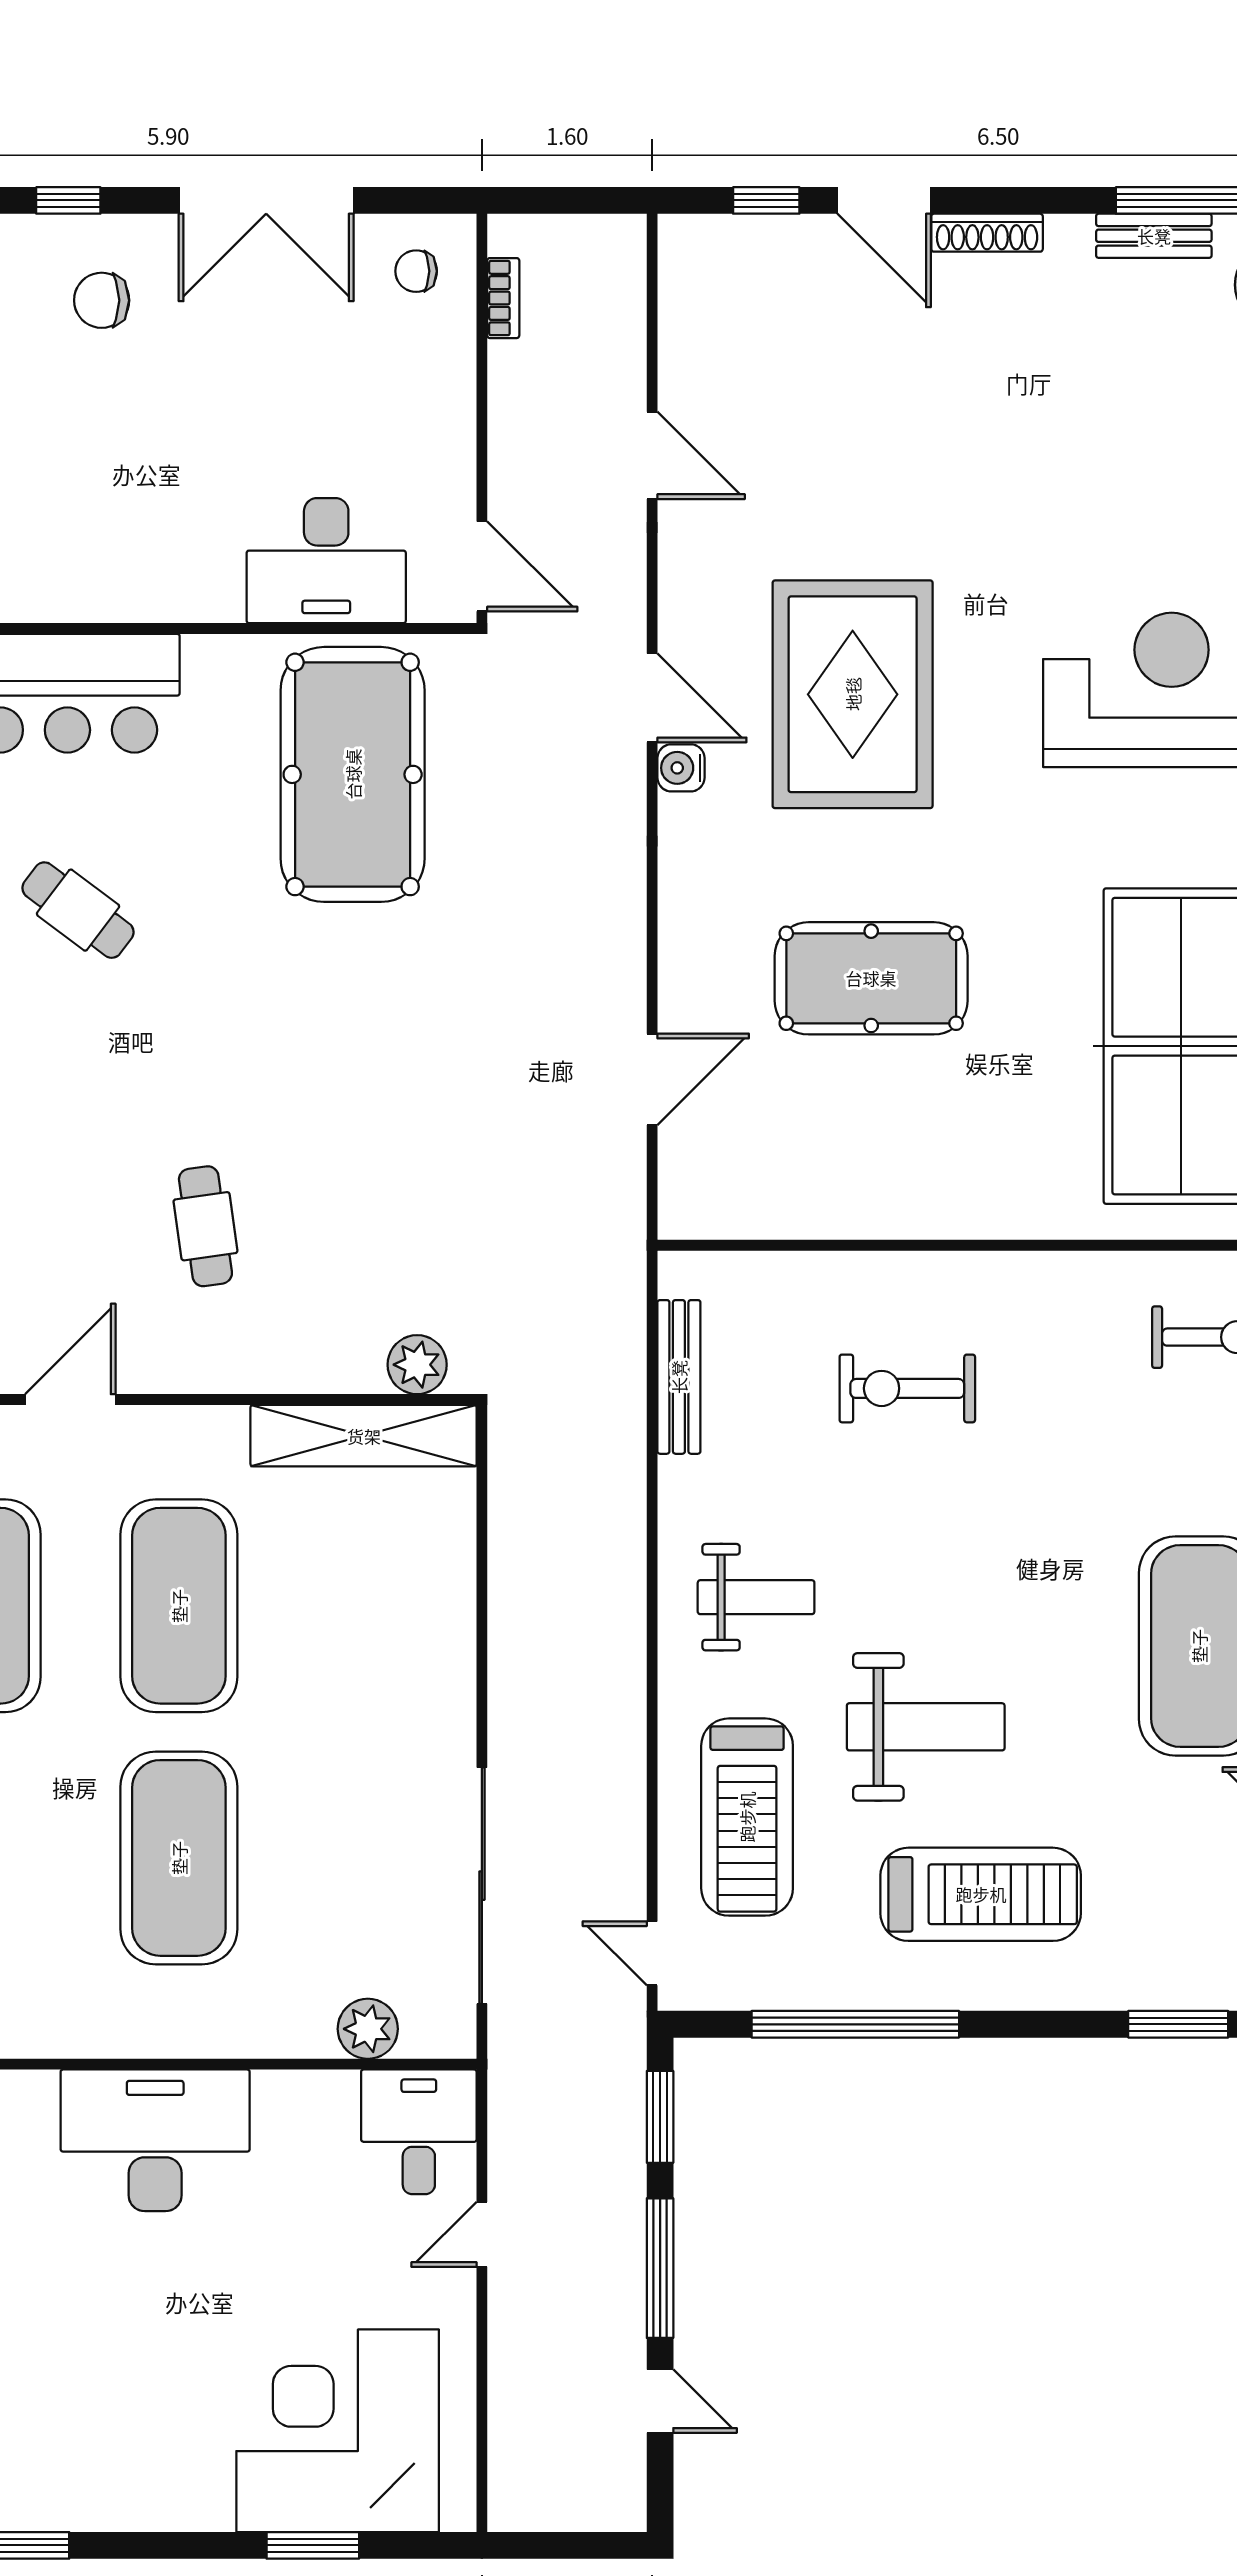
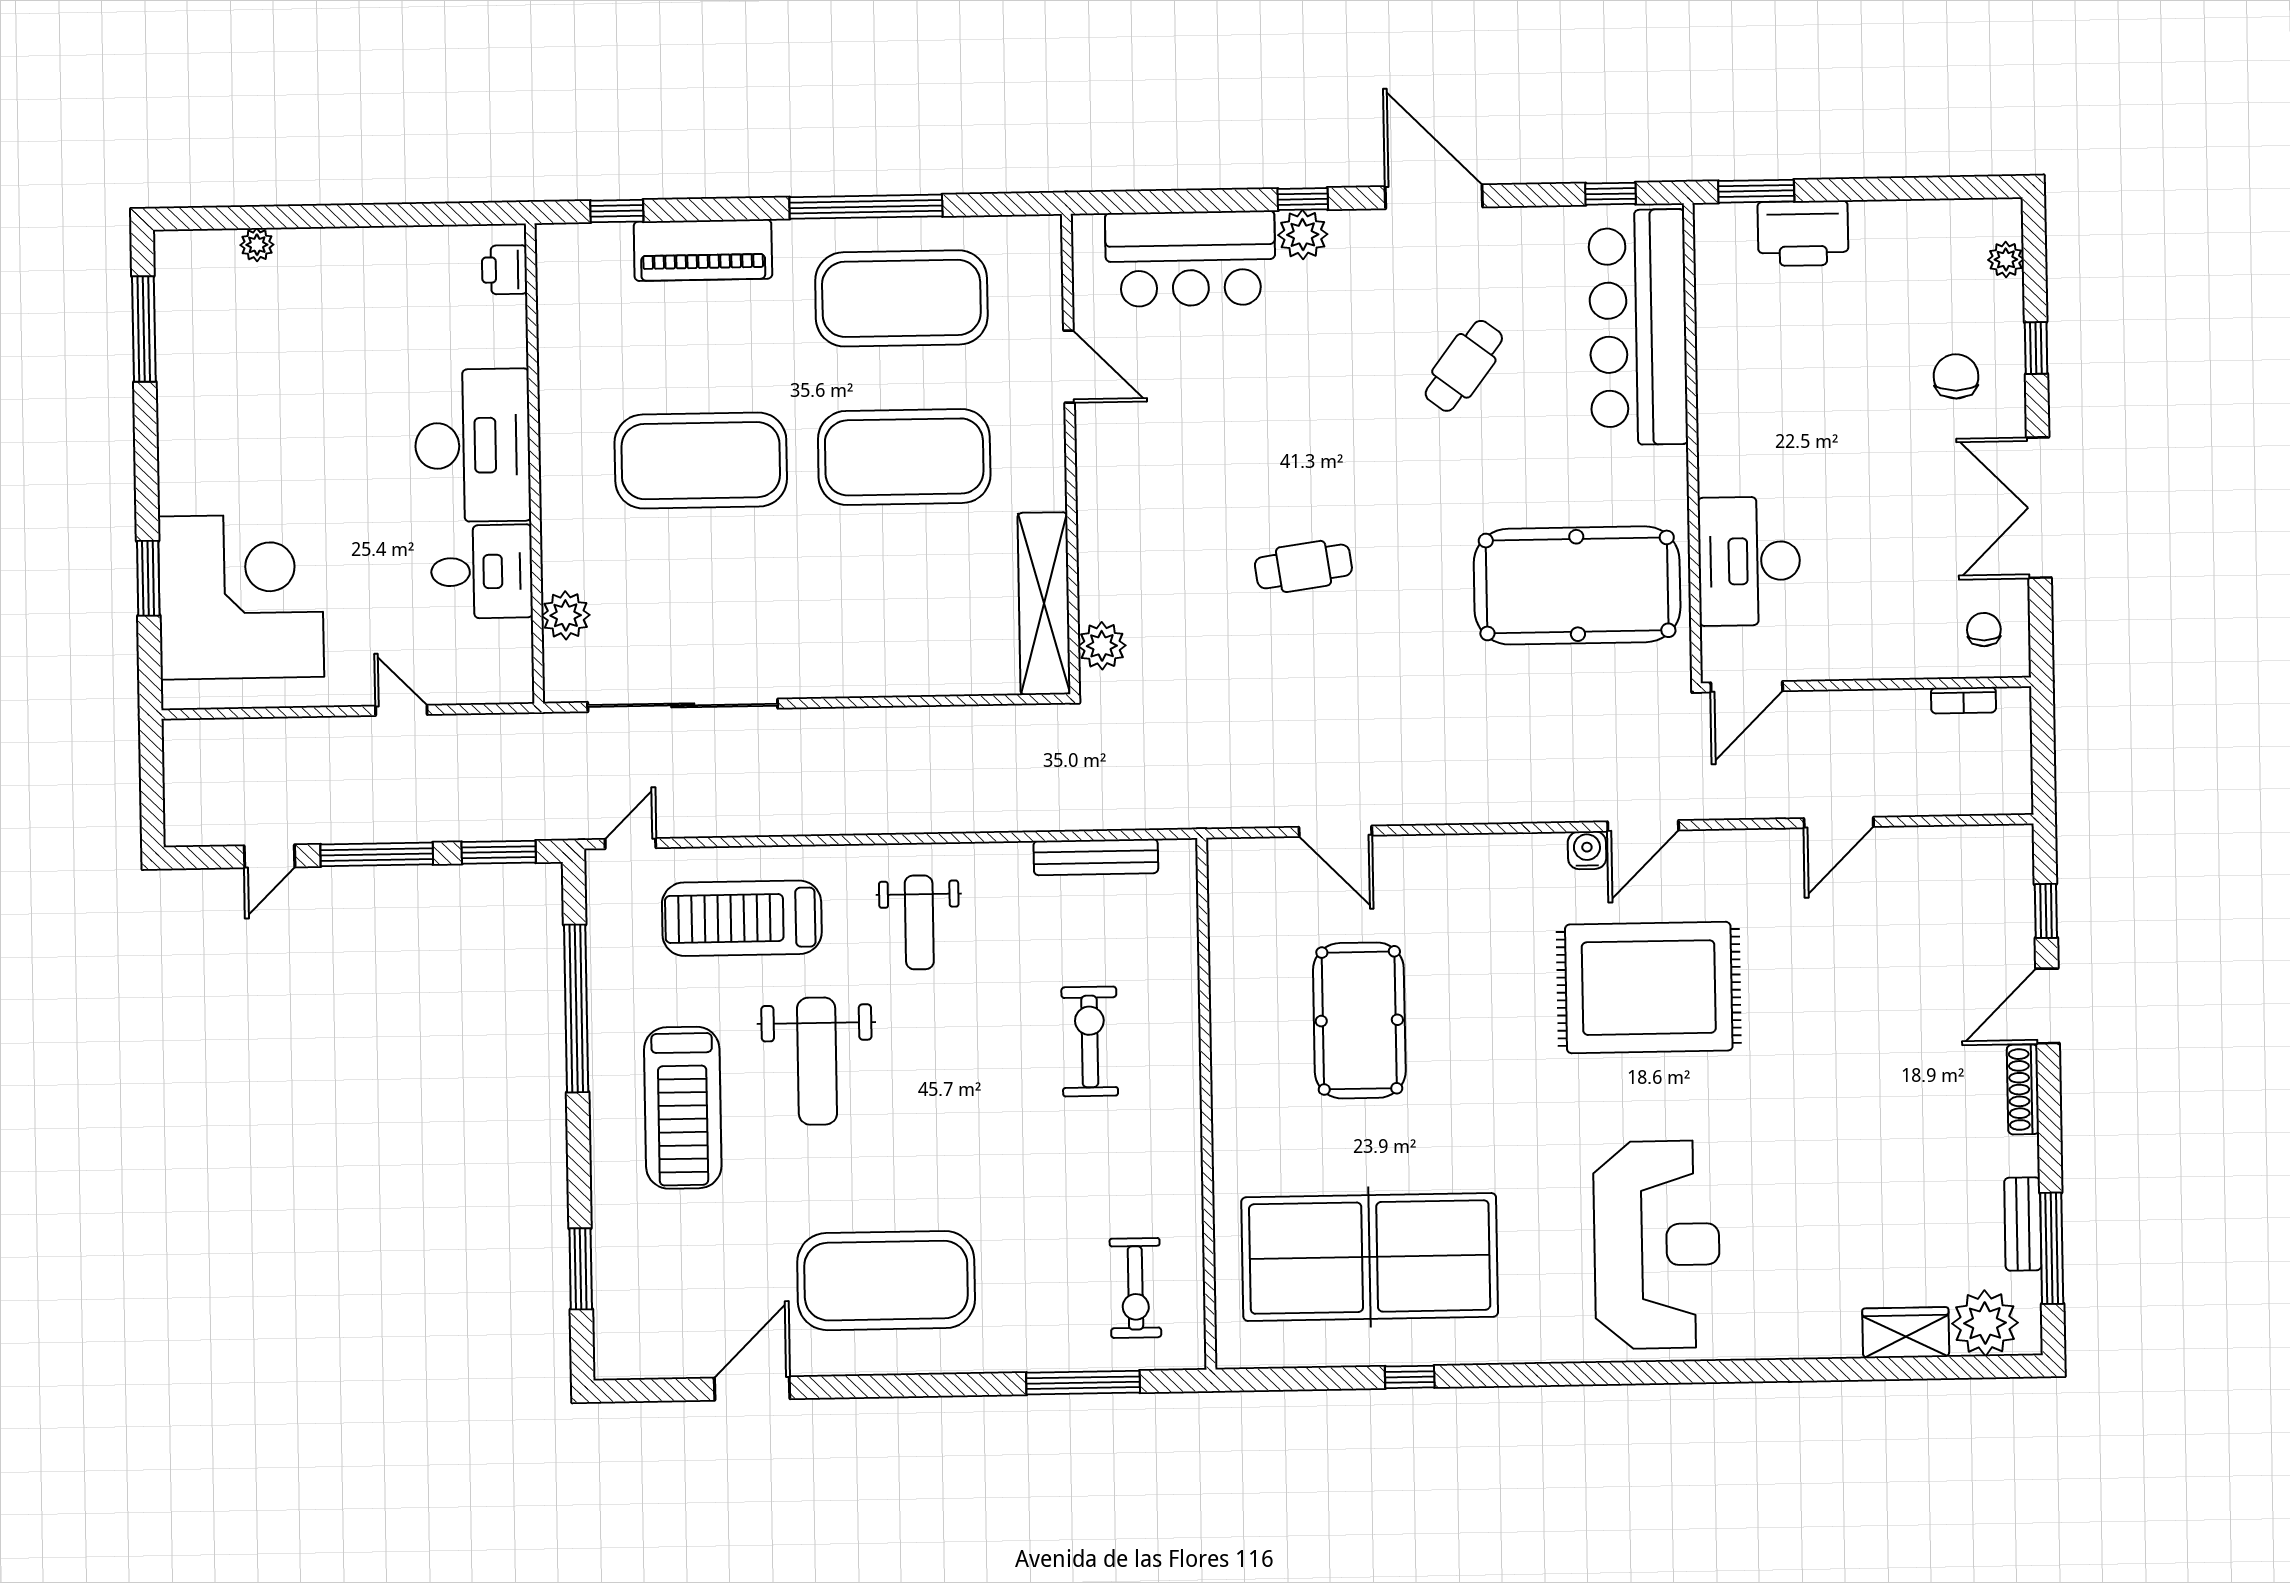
pool table: (871, 978) -> (1359, 1020), moved
cafe table: (205, 1226) -> (1303, 566), moved
desk: (419, 2132) -> (482, 572), moved

